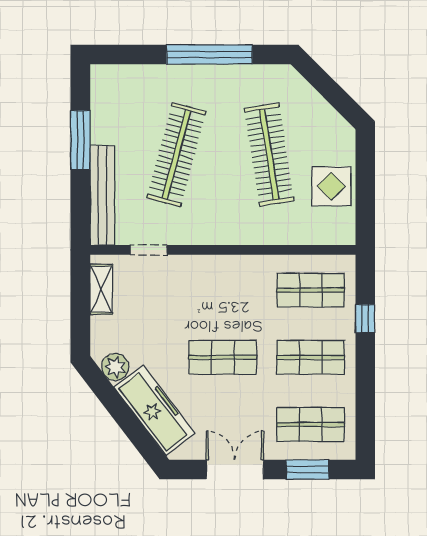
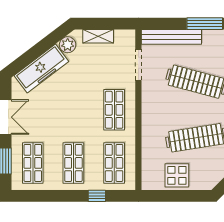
doorway: (149, 250) -> (138, 65), width x1.38
shelving: (101, 289) -> (98, 36), moved
shop shelf: (223, 357) -> (114, 110), moved

